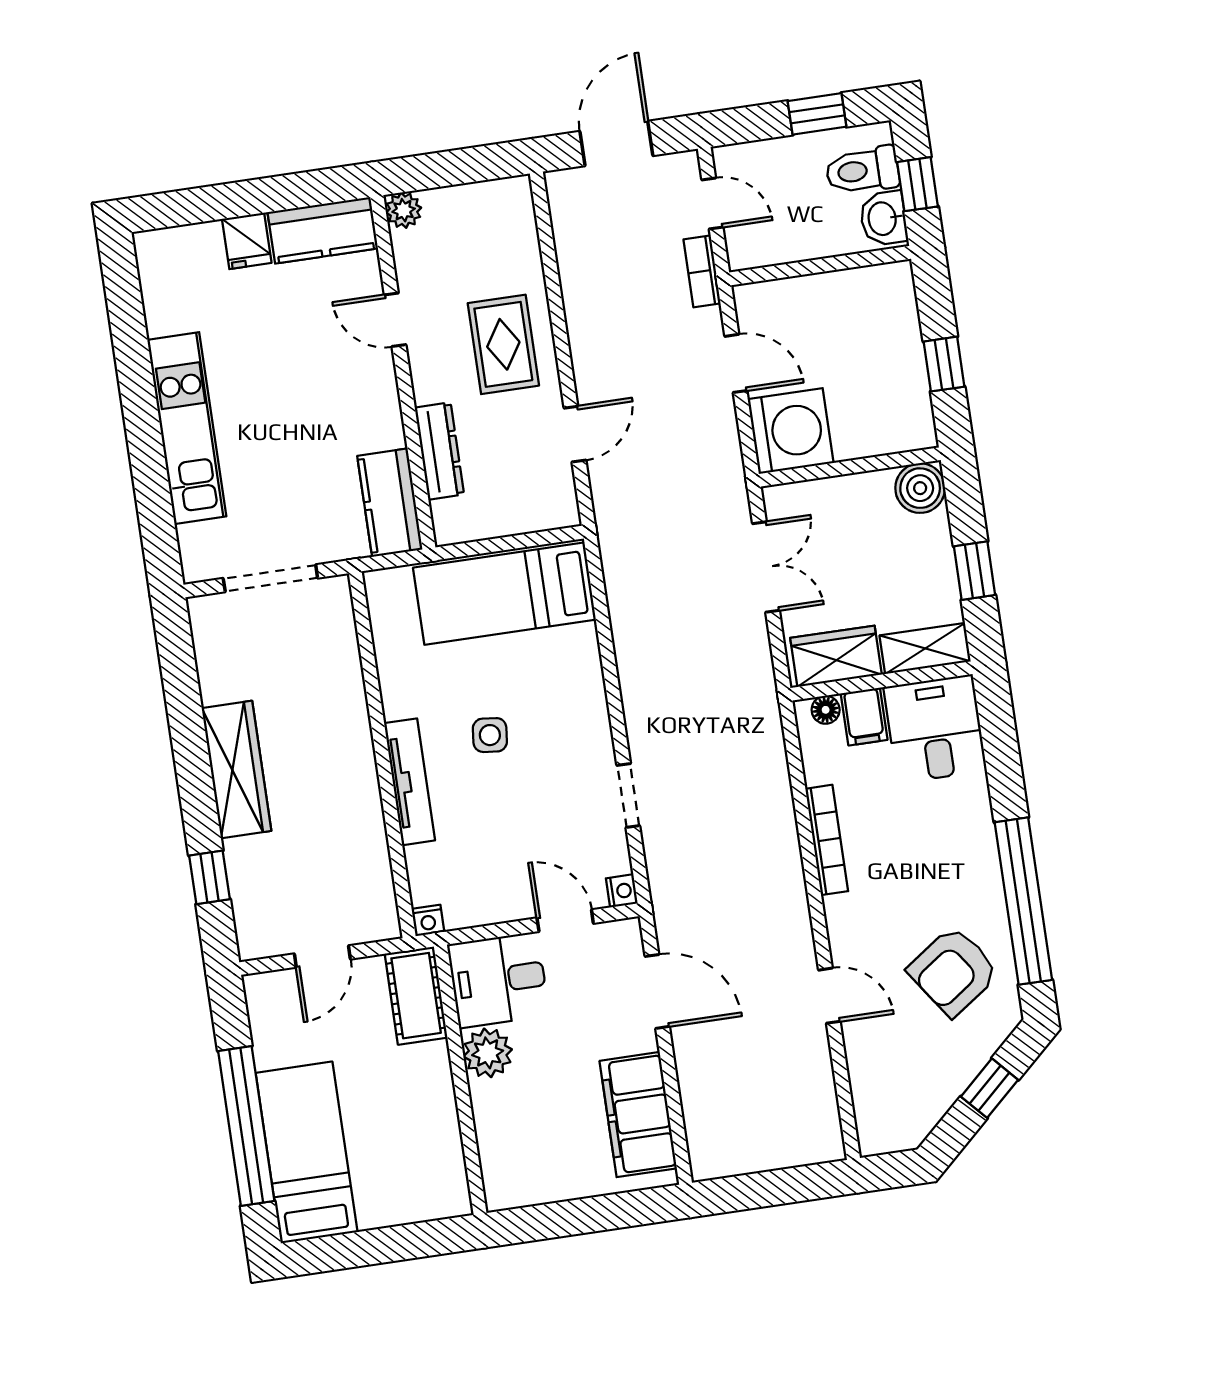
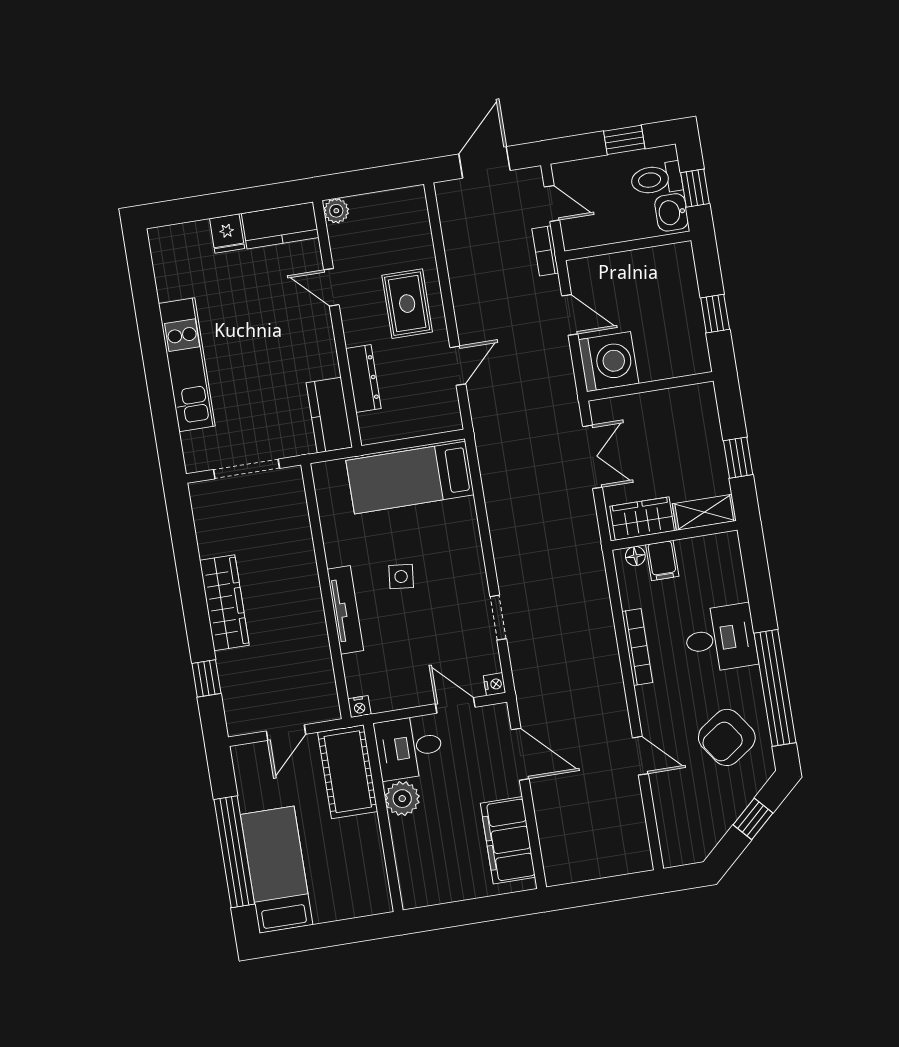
boiler: (920, 488) -> (699, 400), removed
desk: (935, 729) -> (721, 638), moved, turned 90
cot: (416, 996) -> (348, 772), width x1.37, depth x1.34

